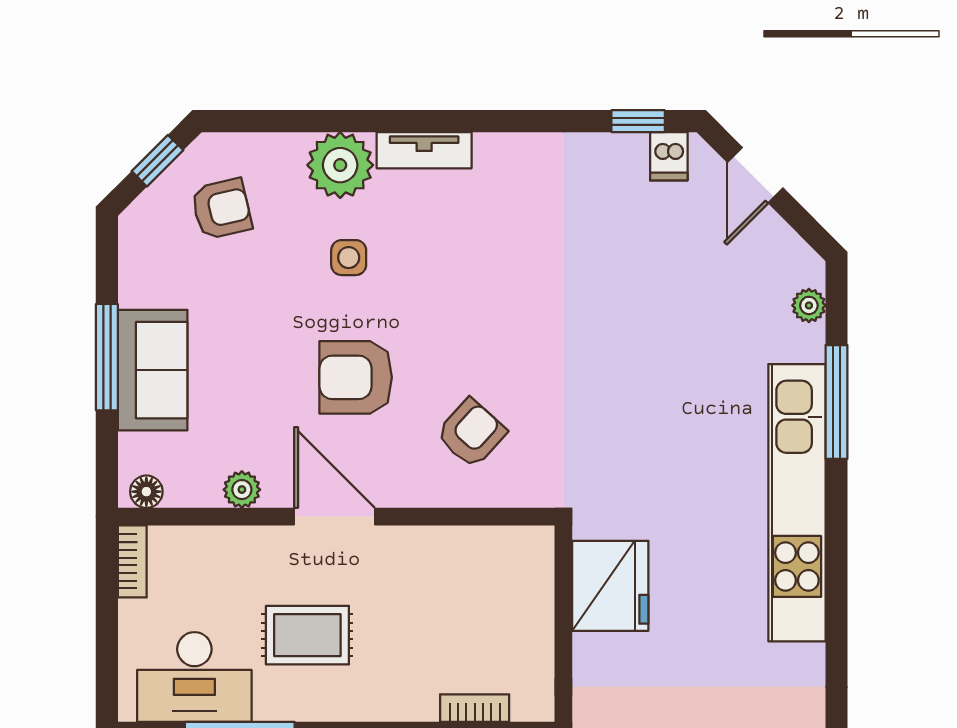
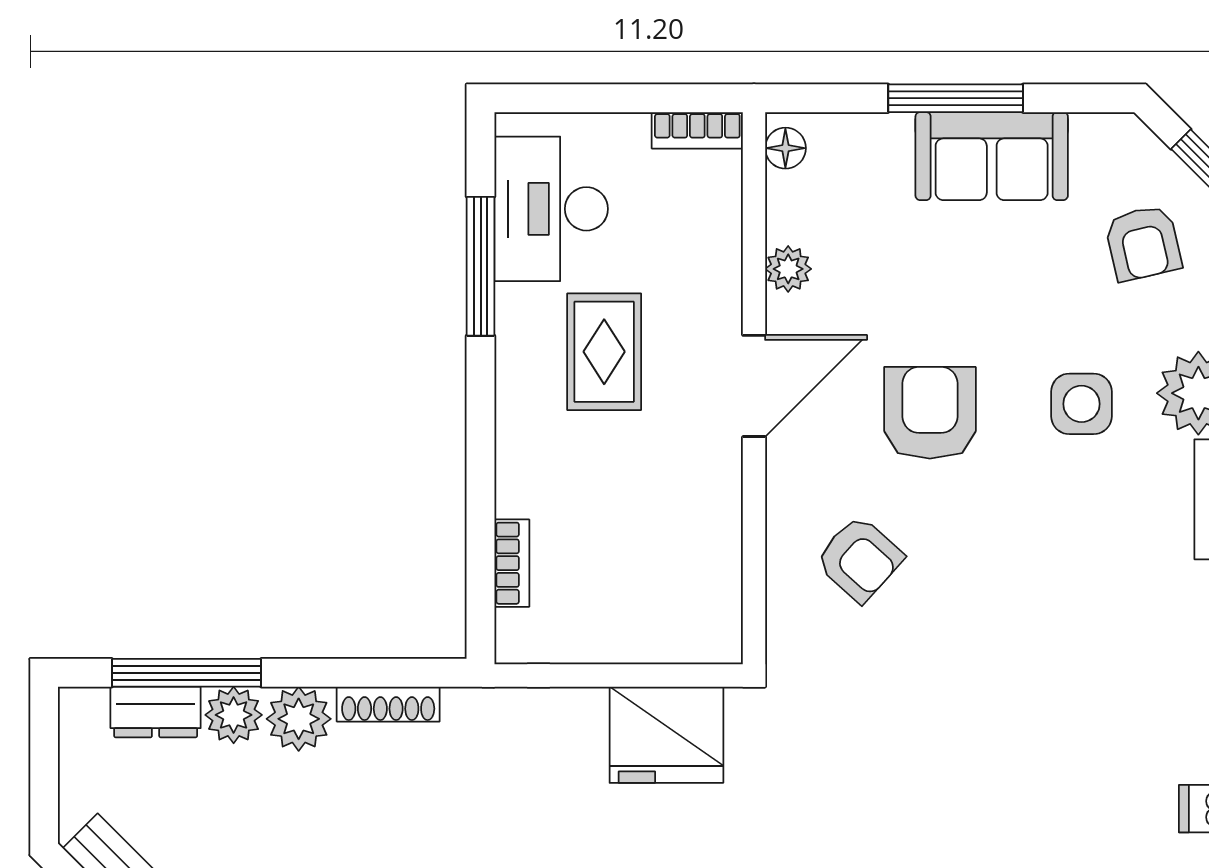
side table: (349, 258) -> (1081, 404), width x1.37, depth x1.37
sofa: (153, 370) -> (992, 156), moved

